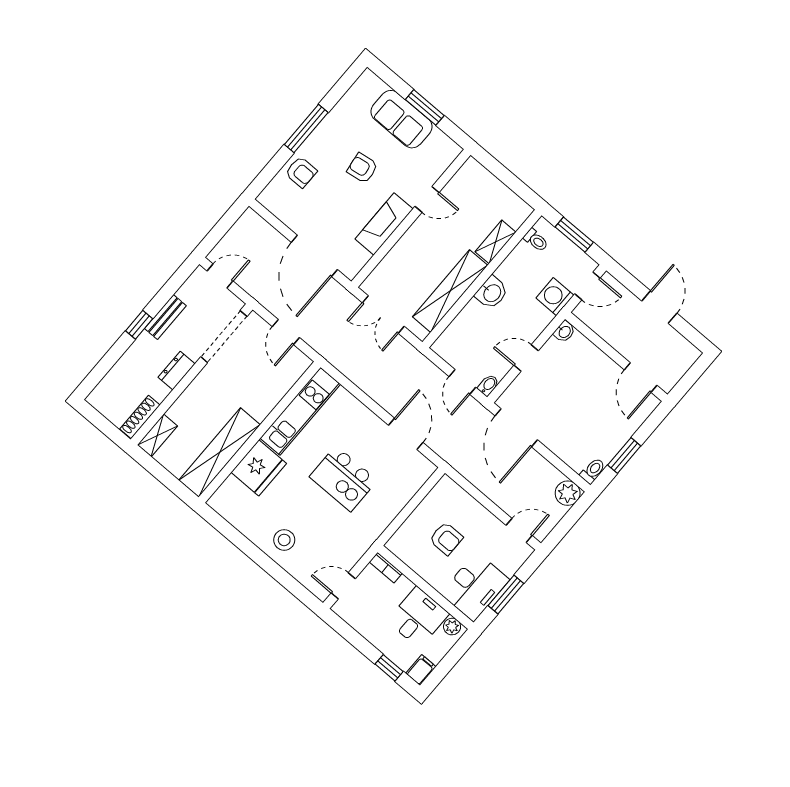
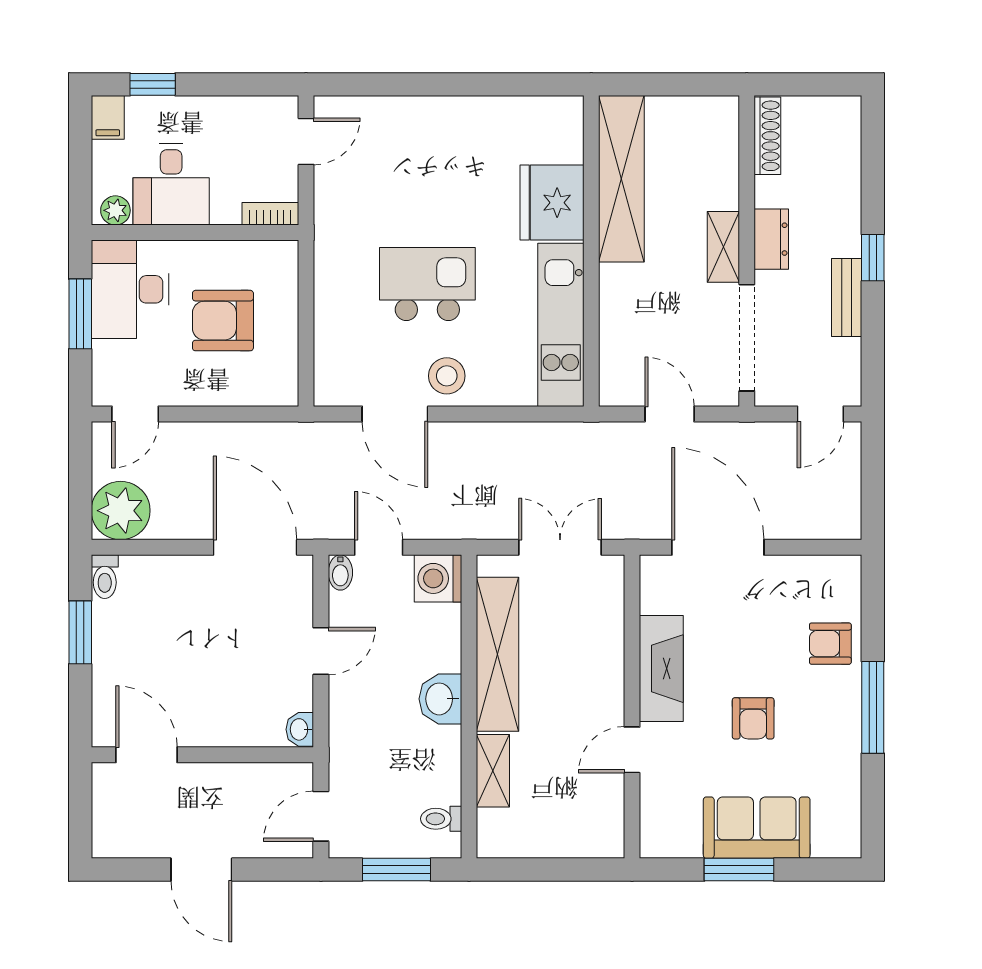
armchair: (362, 168) -> (753, 718), turned 98
washing machine: (555, 297) -> (438, 578), moved, turned 180
shelving: (157, 435) -> (723, 247), moved
plant: (568, 493) -> (121, 511), width x1.36, depth x1.36
armchair: (446, 539) -> (223, 321), width x1.38, depth x1.38
stool: (284, 540) -> (447, 376), moved

